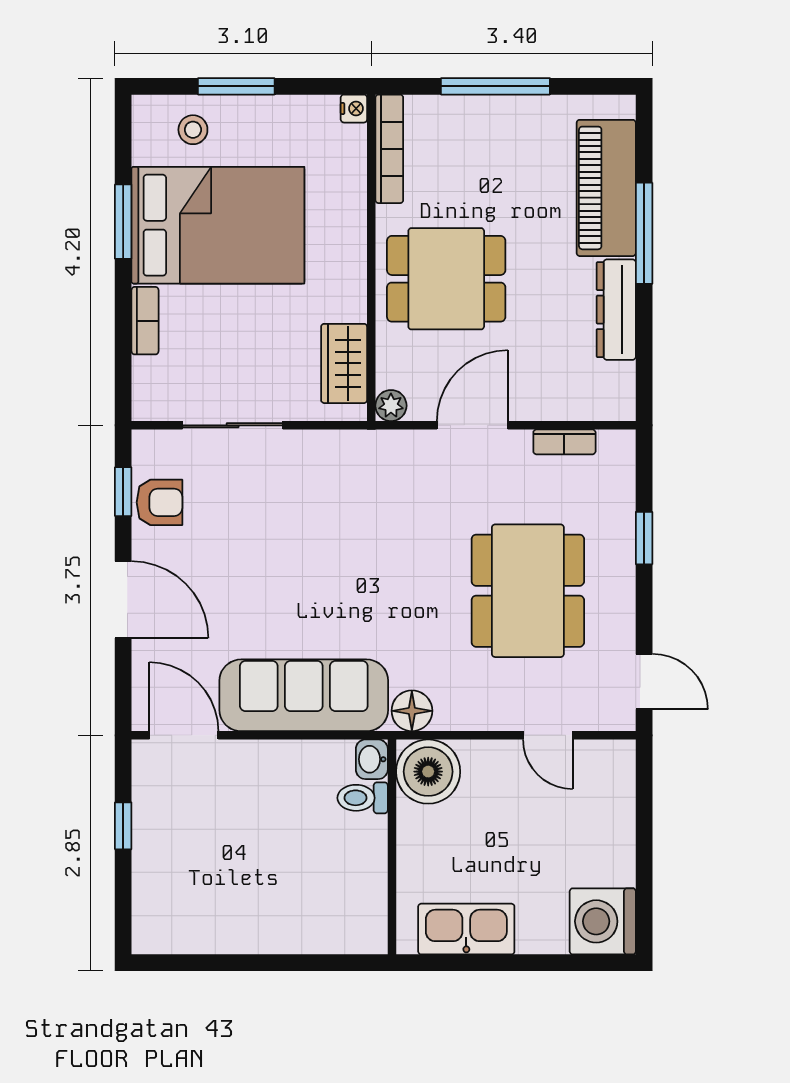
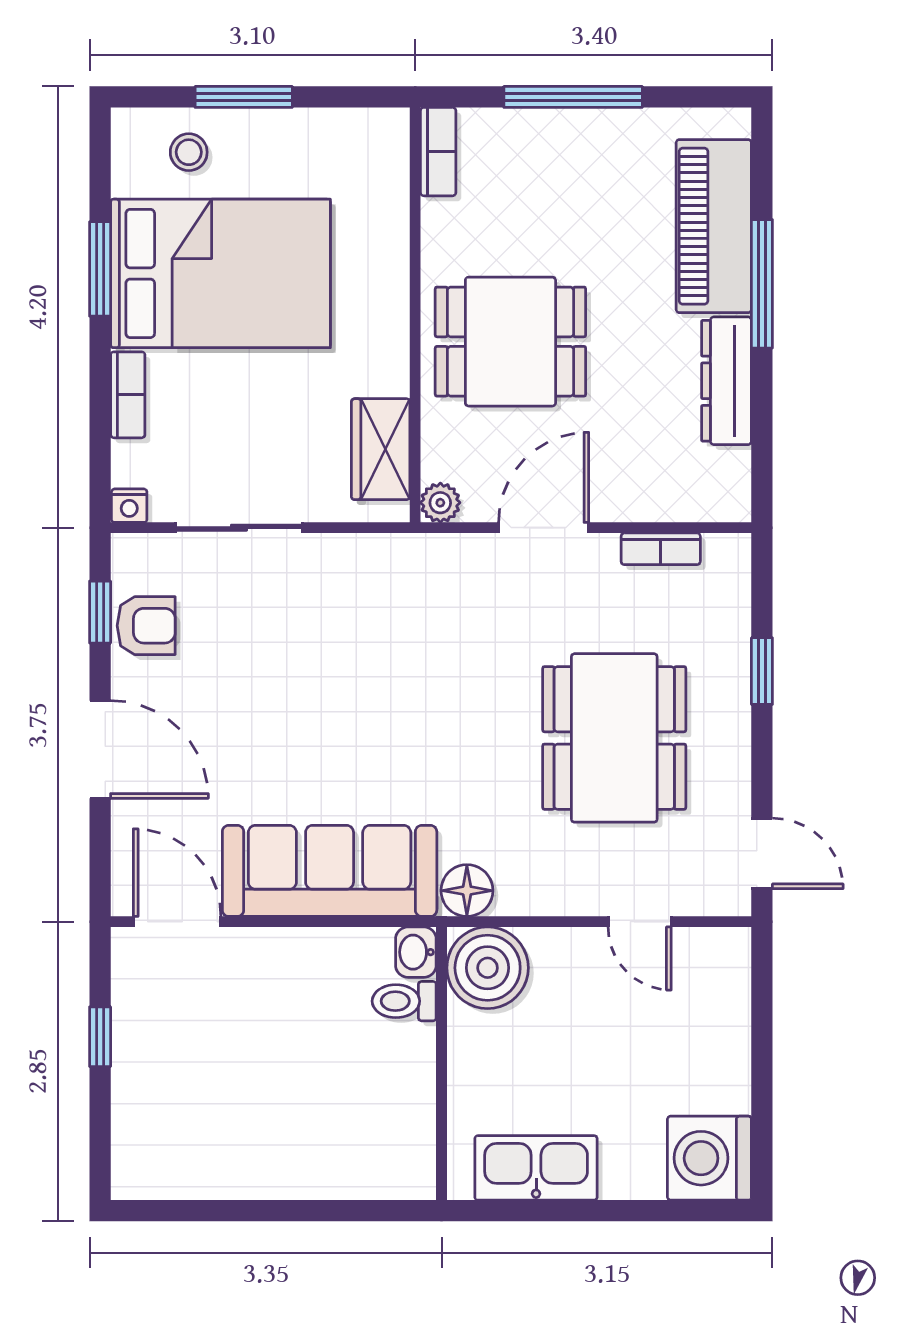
nightstand: (354, 109) -> (129, 506), moved, turned 90
bookcase: (389, 149) -> (438, 152), width x0.64

